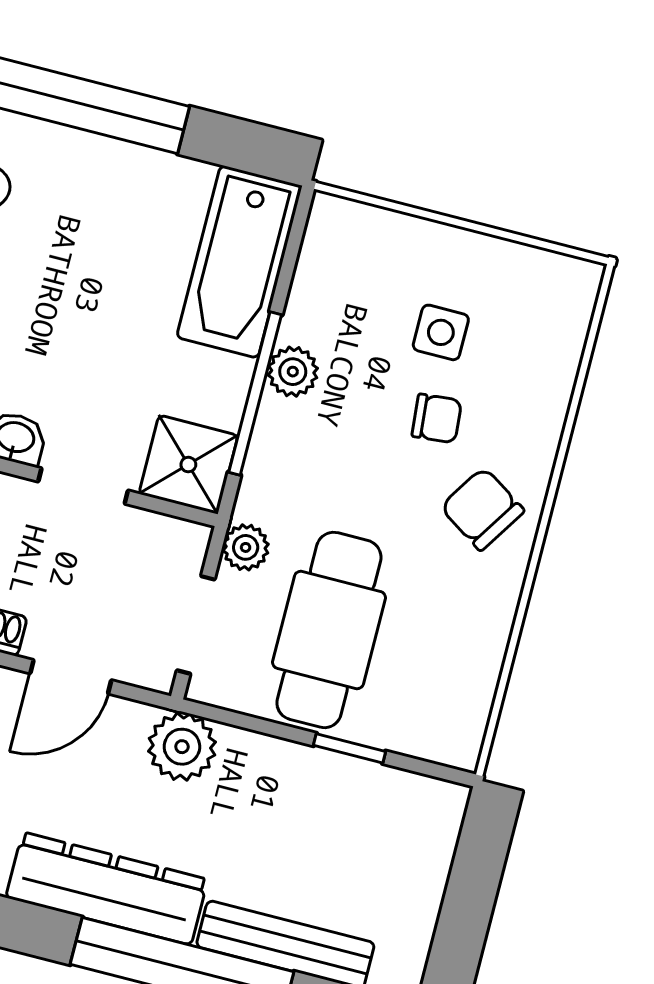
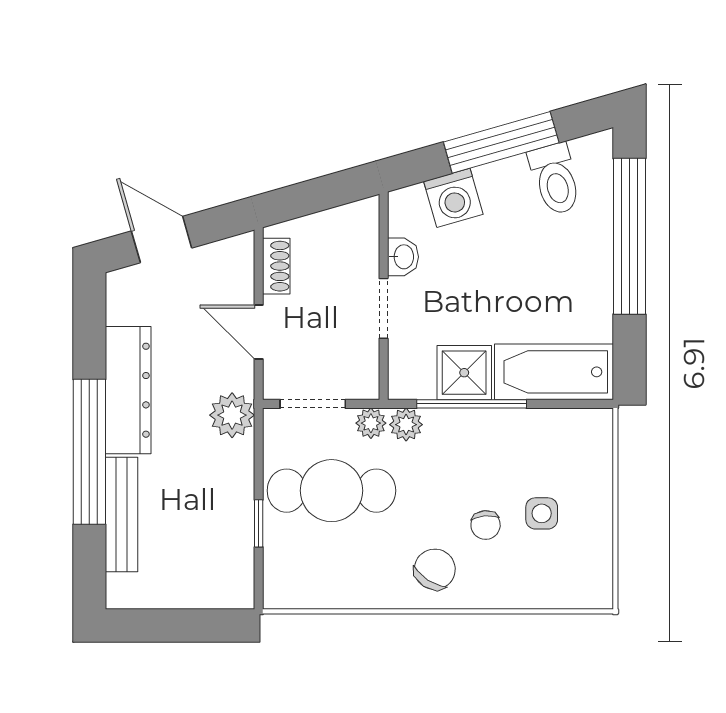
plant: (293, 372) -> (406, 425), moved
shower: (188, 465) -> (464, 373), moved

